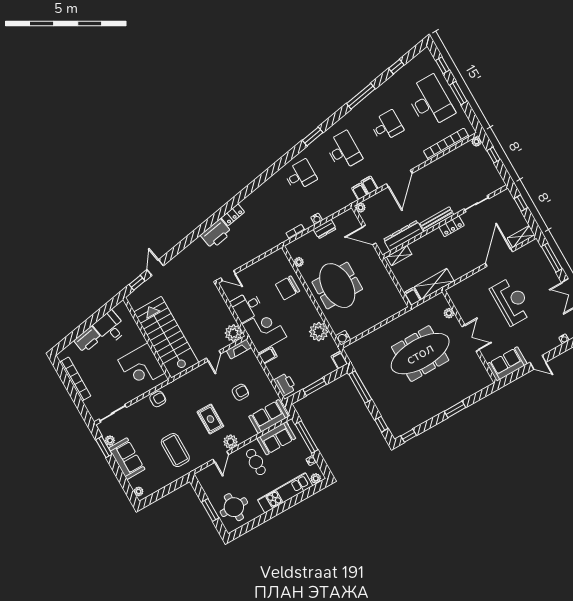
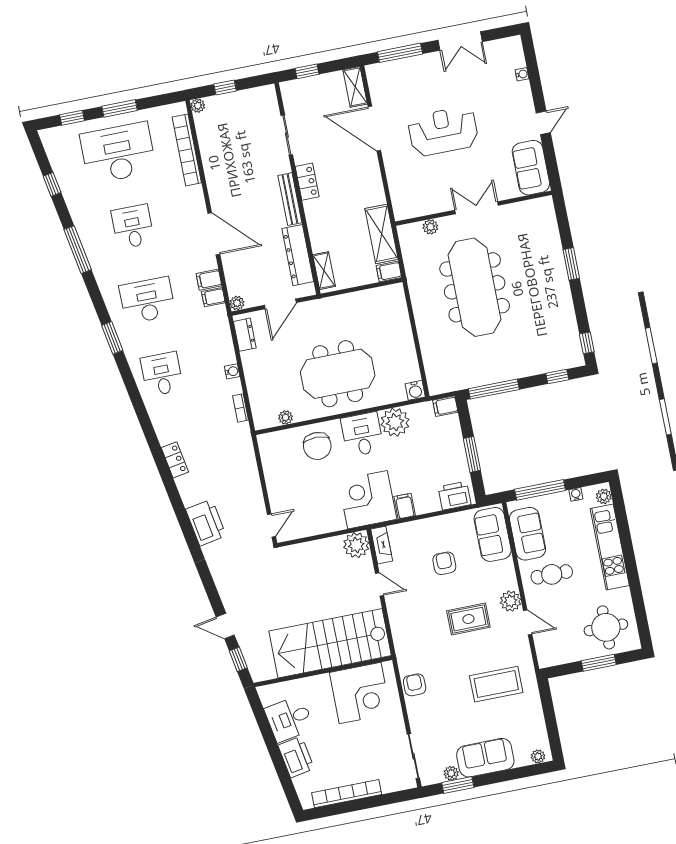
locker: (233, 215) -> (175, 460), moved
dresser: (325, 229) -> (245, 335), moved
desk: (247, 306) -> (362, 434), moved, turned 180

